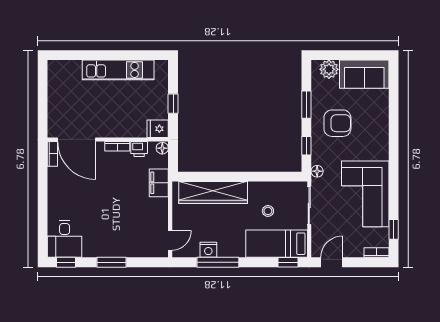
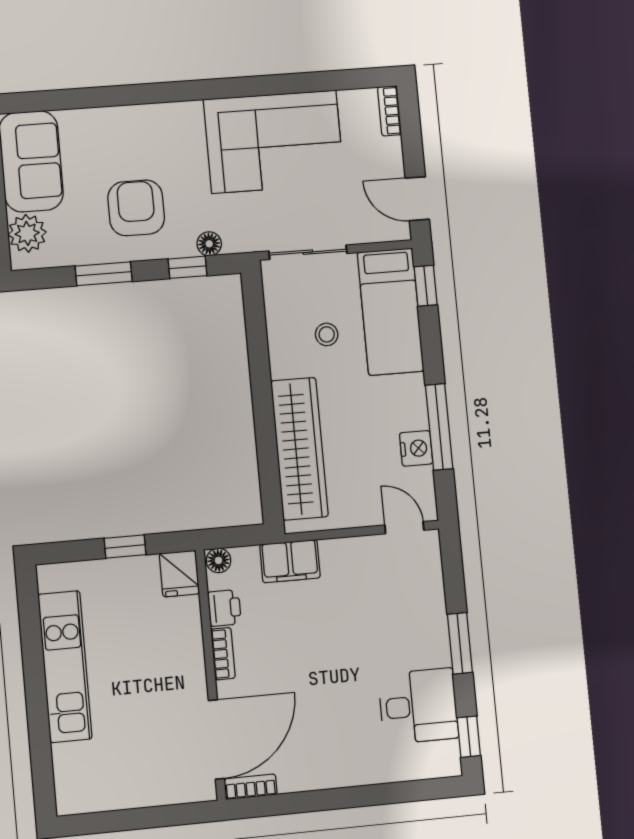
floor lamp: (317, 171) -> (209, 244), moved
window: (394, 229) -> (340, 80), removed
desk: (65, 239) -> (418, 706), moved

